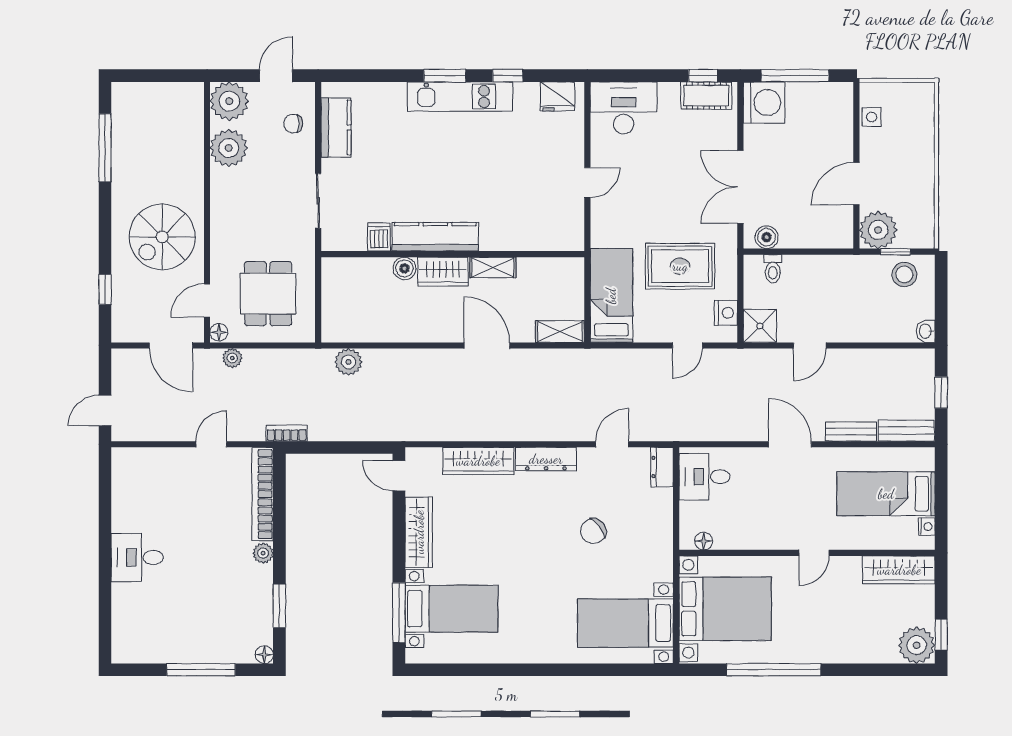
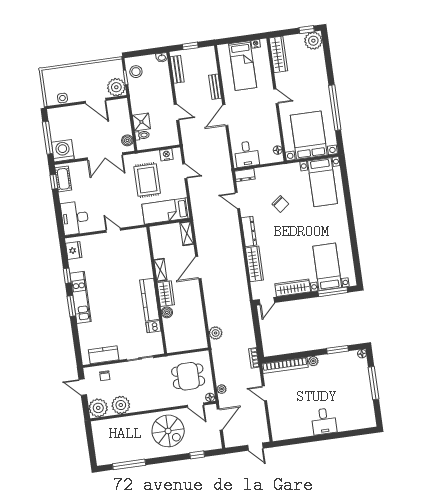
shower: (760, 326) -> (141, 122), moved
bench: (906, 431) -> (177, 69), moved

